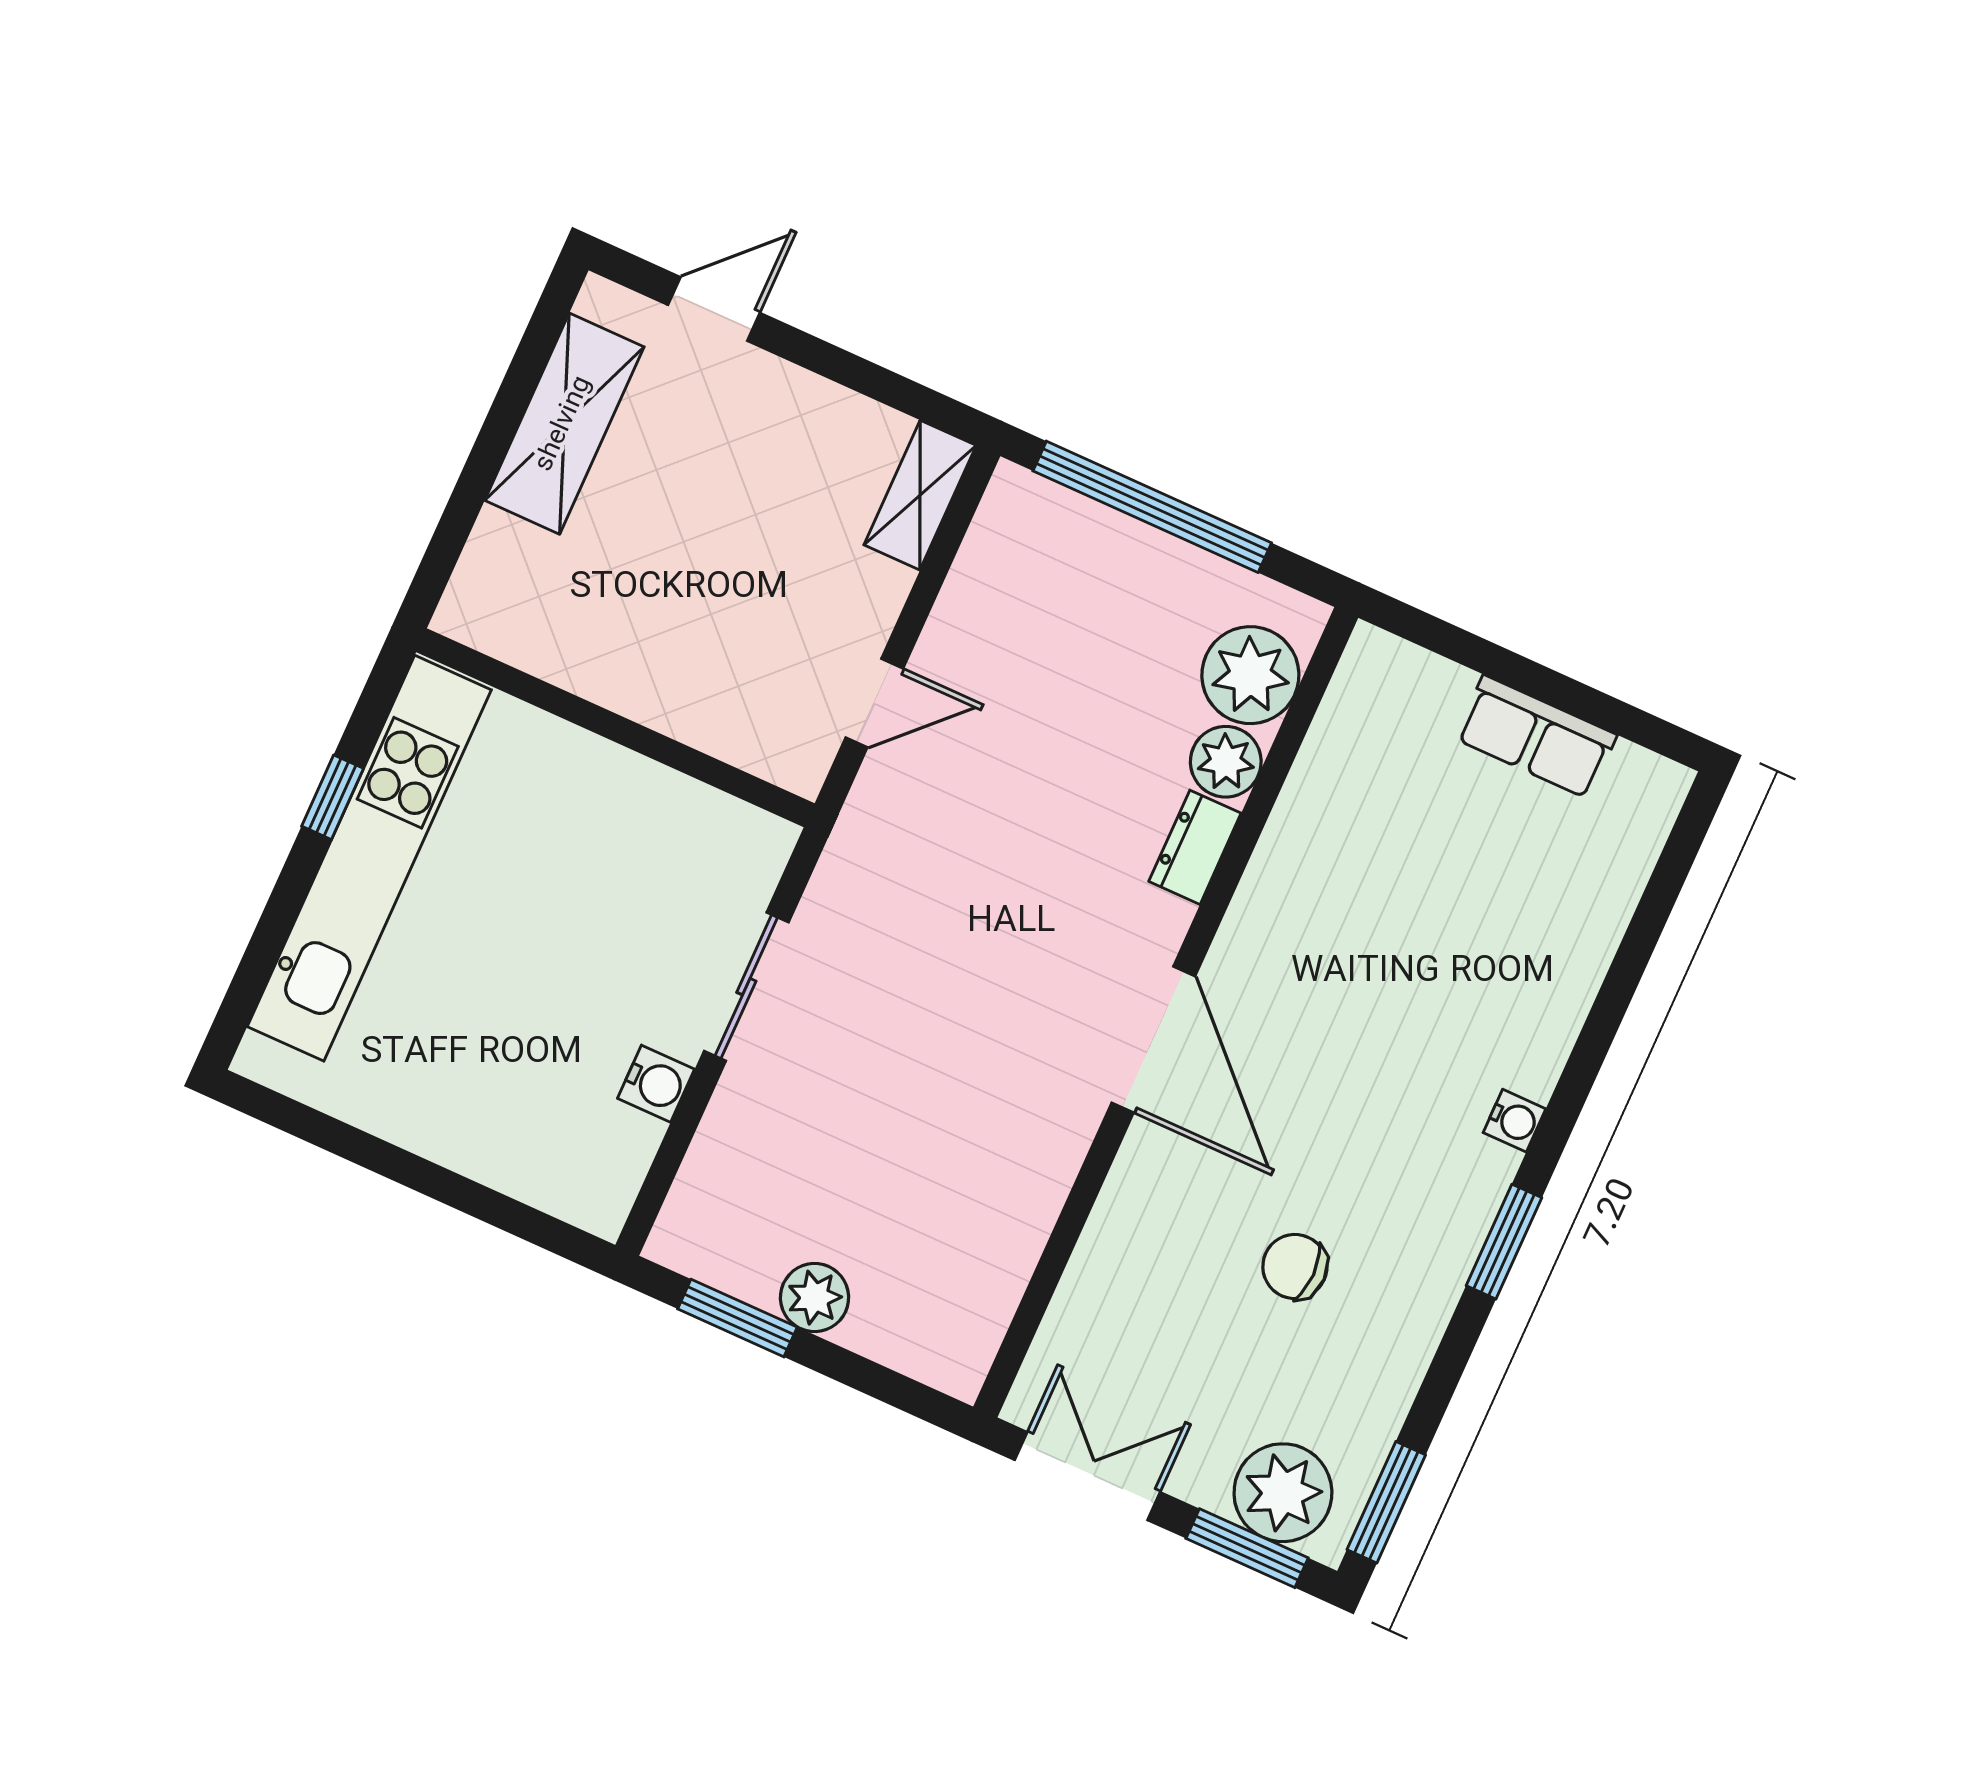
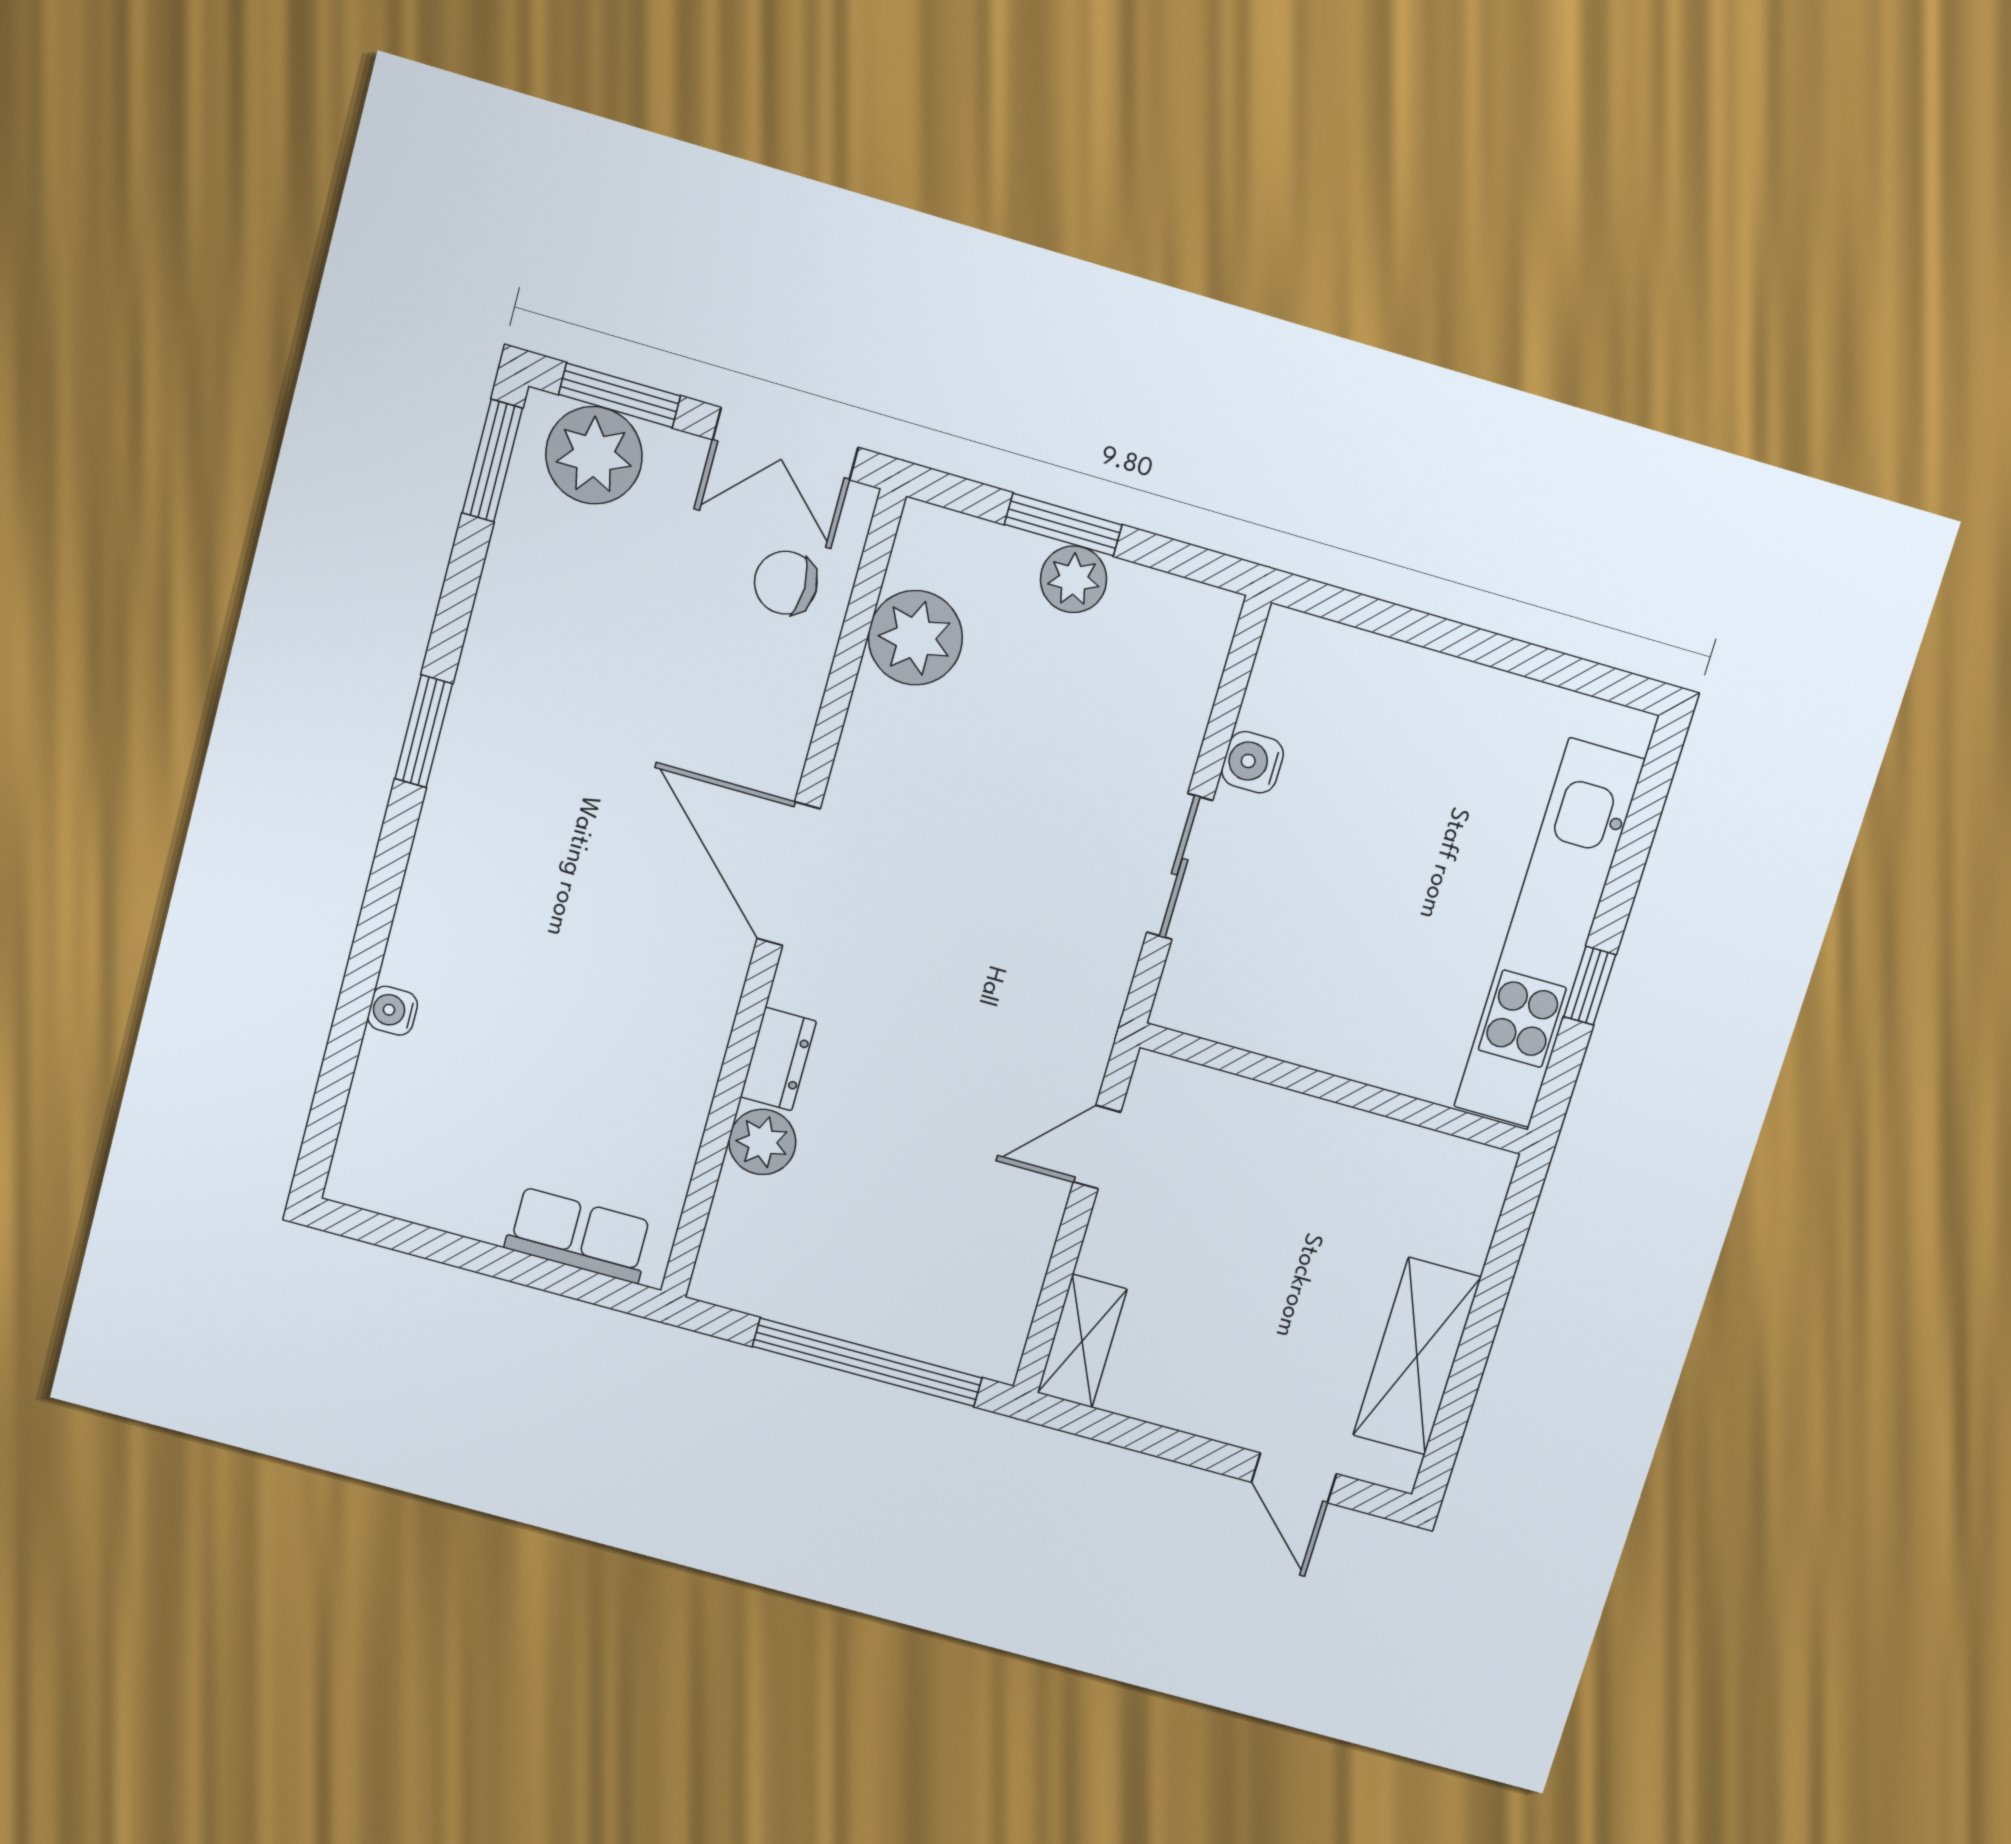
door: (714, 309) -> (1294, 1478), hinge flipped
plant: (1250, 675) -> (915, 638), moved
row of seats: (1536, 737) -> (579, 1235), moved
water cooler: (1515, 1121) -> (393, 1011), moved
chair: (1295, 1267) -> (786, 583), moved, turned 180
window: (737, 1318) -> (1063, 525), moved

